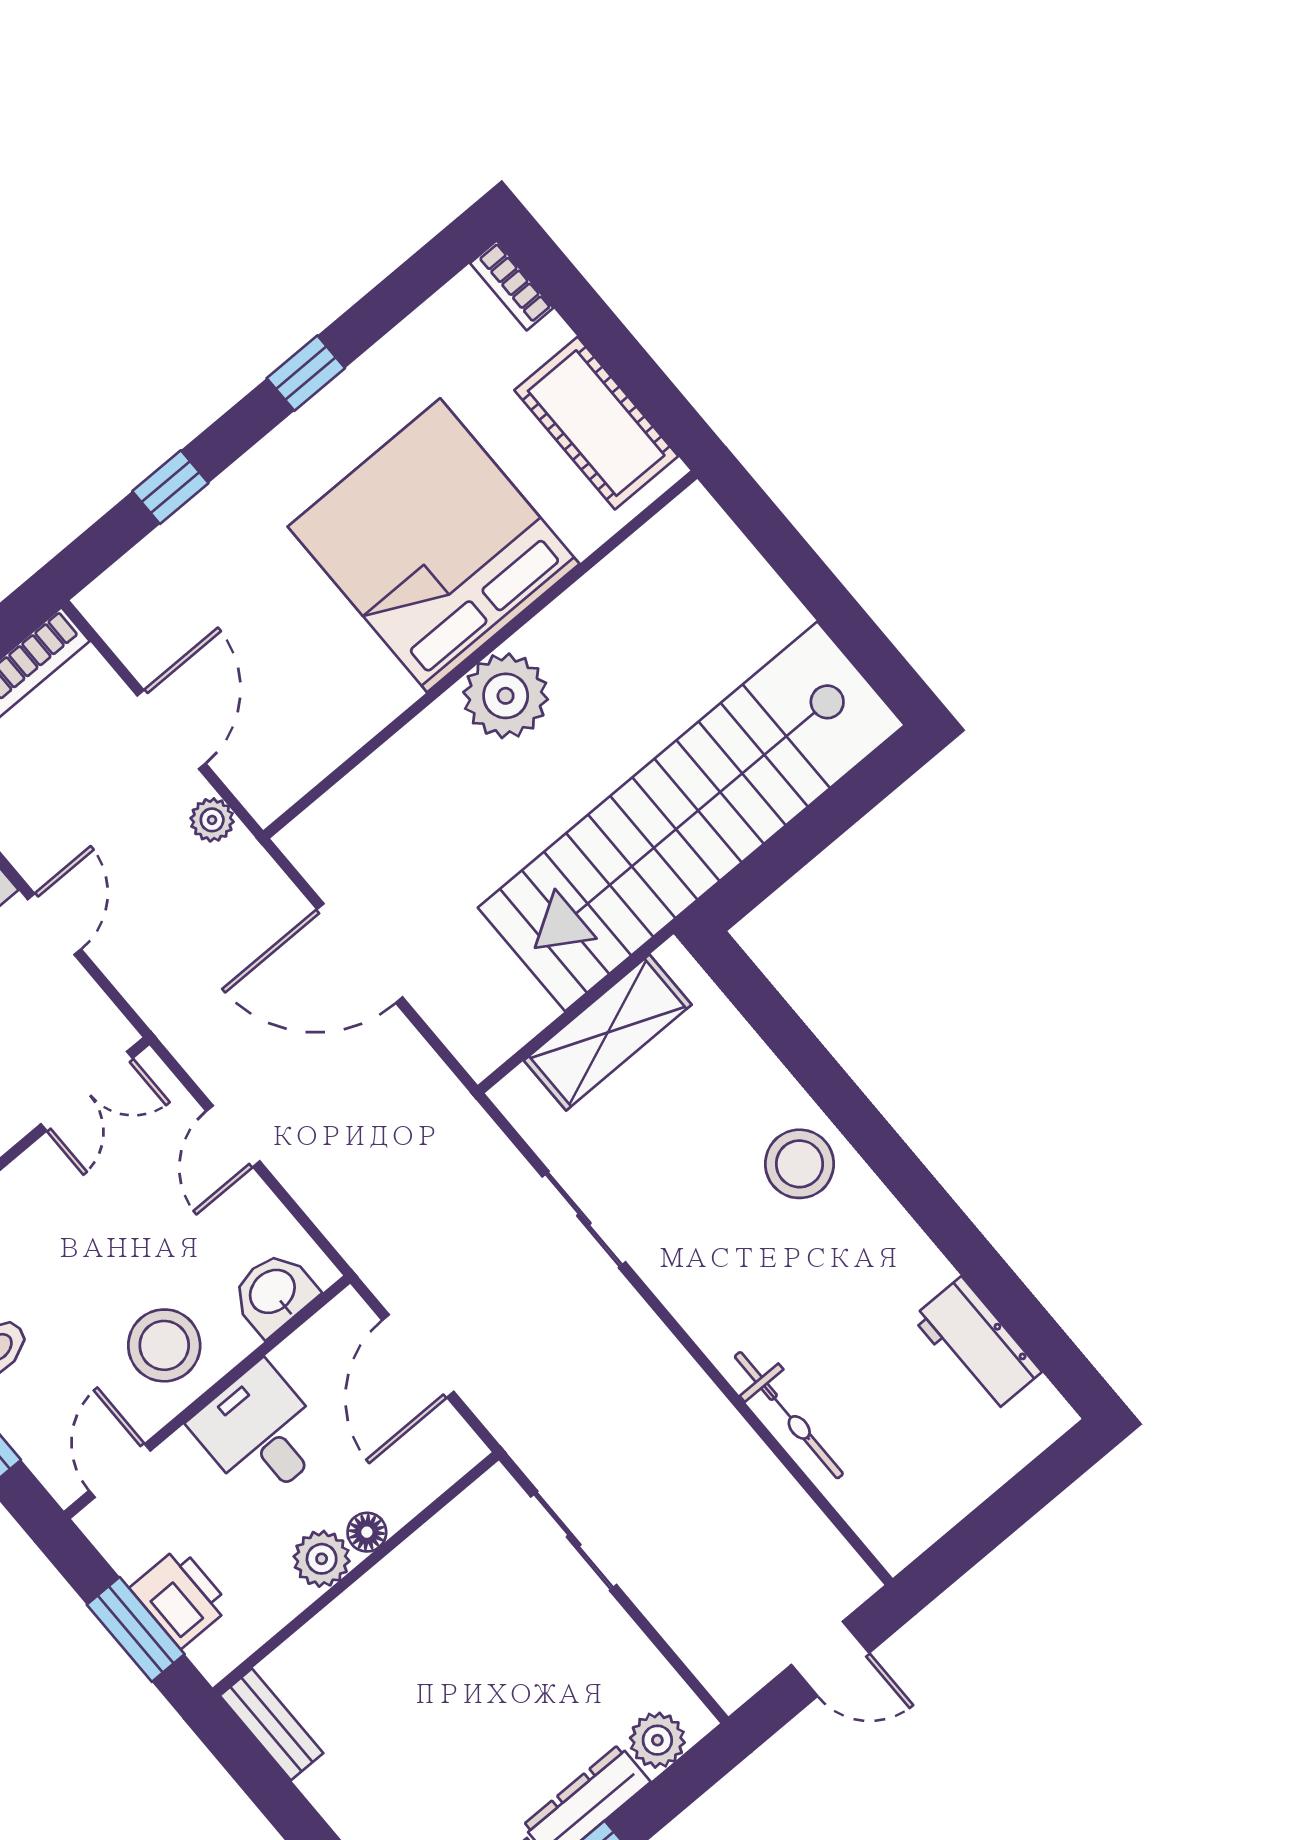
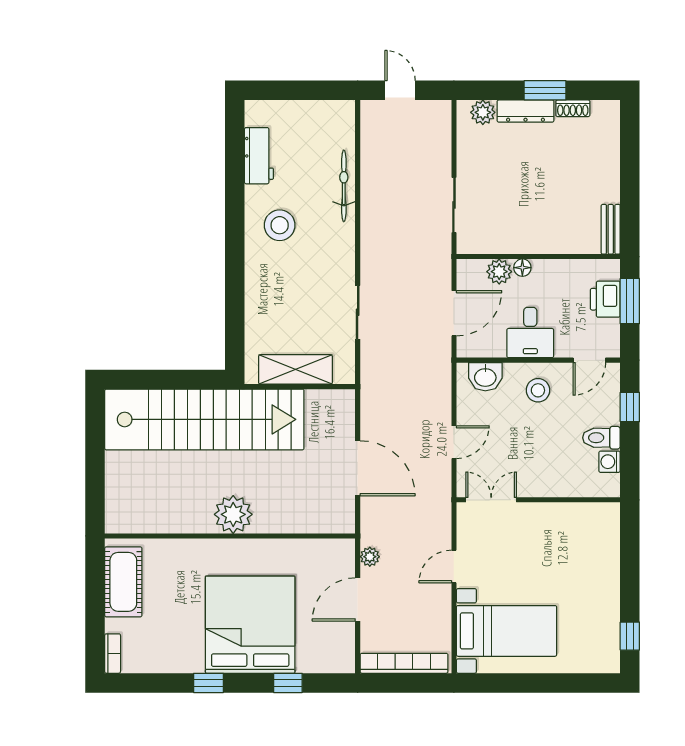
bed: (434, 545) -> (250, 625), moved, turned 180
stool: (799, 1164) -> (280, 225), moved
stool: (164, 1345) -> (538, 390), width x0.73, depth x0.73
plant: (322, 1559) -> (499, 272), moved

